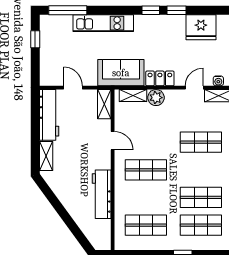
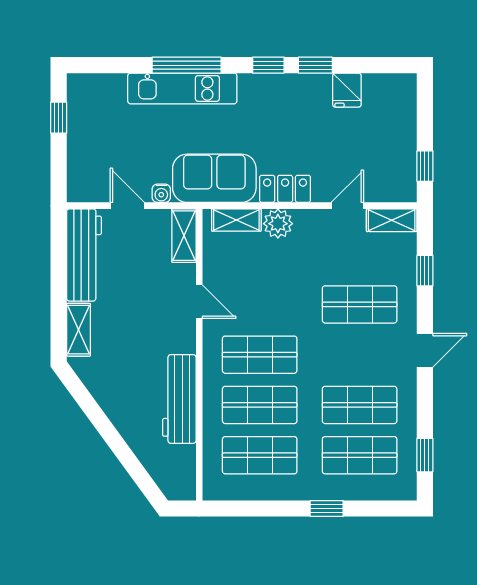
window: (68, 10) -> (187, 65), moved
fridge: (201, 27) -> (347, 90), width x0.53, depth x0.75
water cooler: (218, 81) -> (161, 193), moved
shop shelf: (146, 197) -> (260, 405), added

